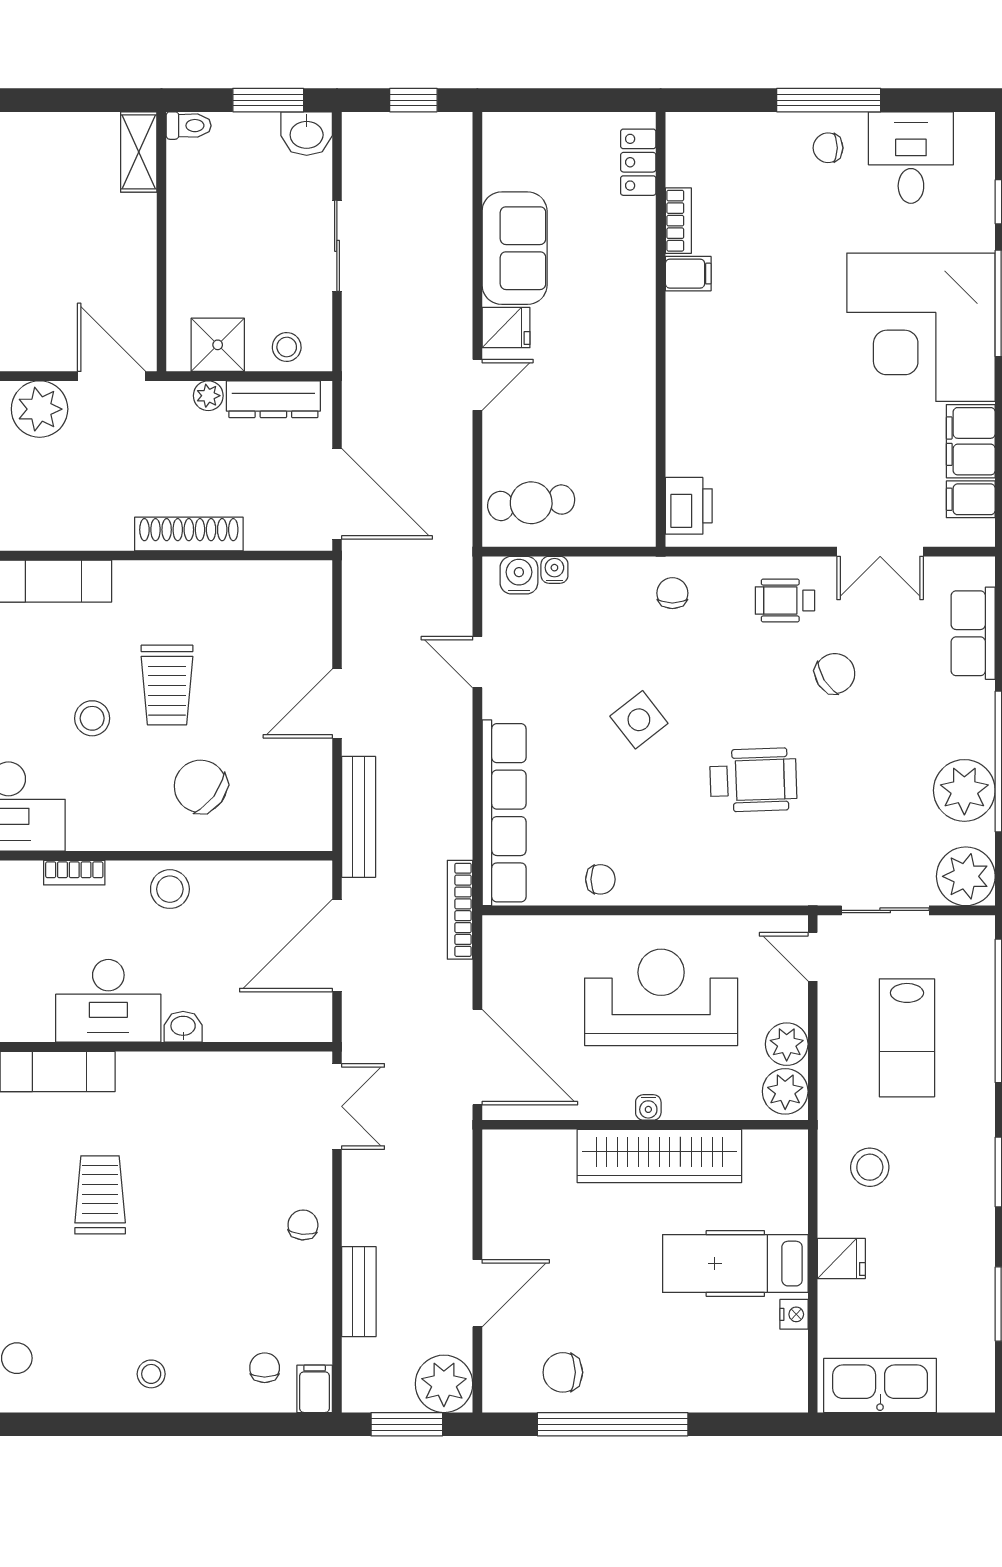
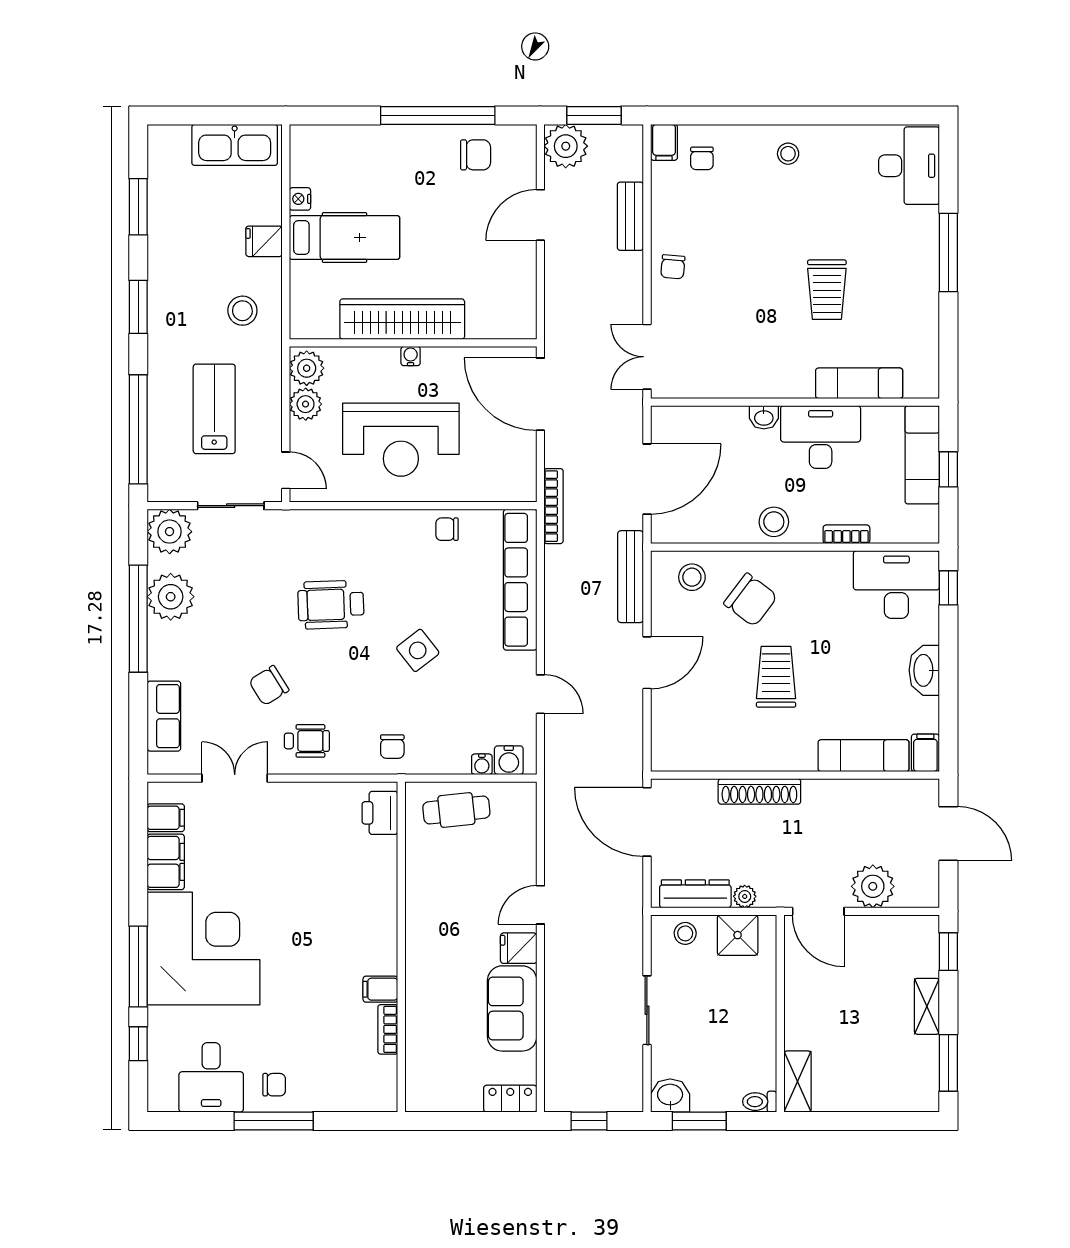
locker: (638, 162) -> (510, 1099), moved, turned -90
cafe table: (531, 503) -> (456, 810), moved
stool: (92, 718) -> (692, 577), moved

